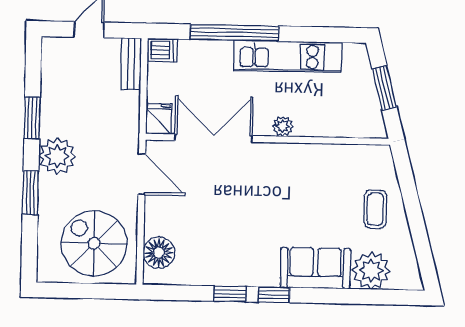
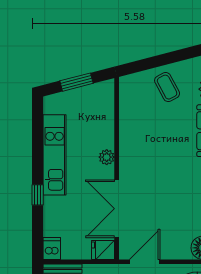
window: (234, 33) -> (38, 195), width x0.32
coffee table: (375, 209) -> (167, 87), turned 62

